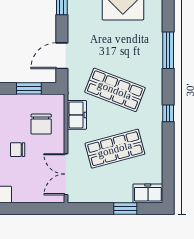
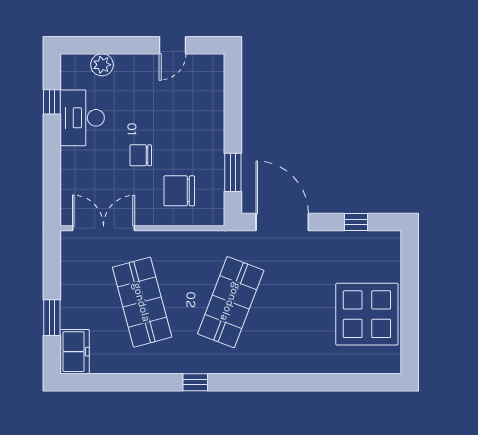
window: (168, 50) -> (291, 382), removed
door: (62, 56) -> (282, 222), width x1.36
freezer: (77, 115) -> (193, 245), removed
chair: (18, 150) -> (141, 155), turned -90

